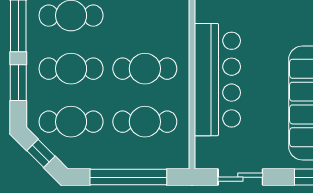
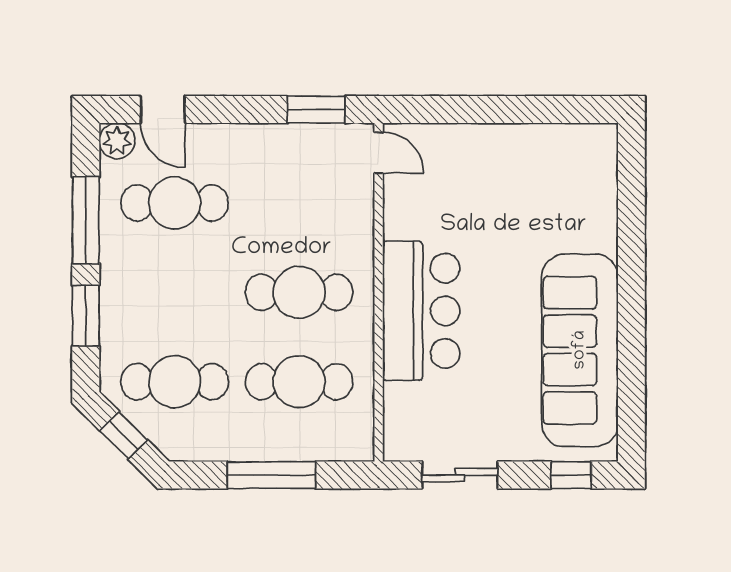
cafe table: (71, 69) -> (175, 292), removed
bar counter: (217, 80) -> (421, 311), width x0.73
window: (128, 177) -> (271, 475), width x0.68

